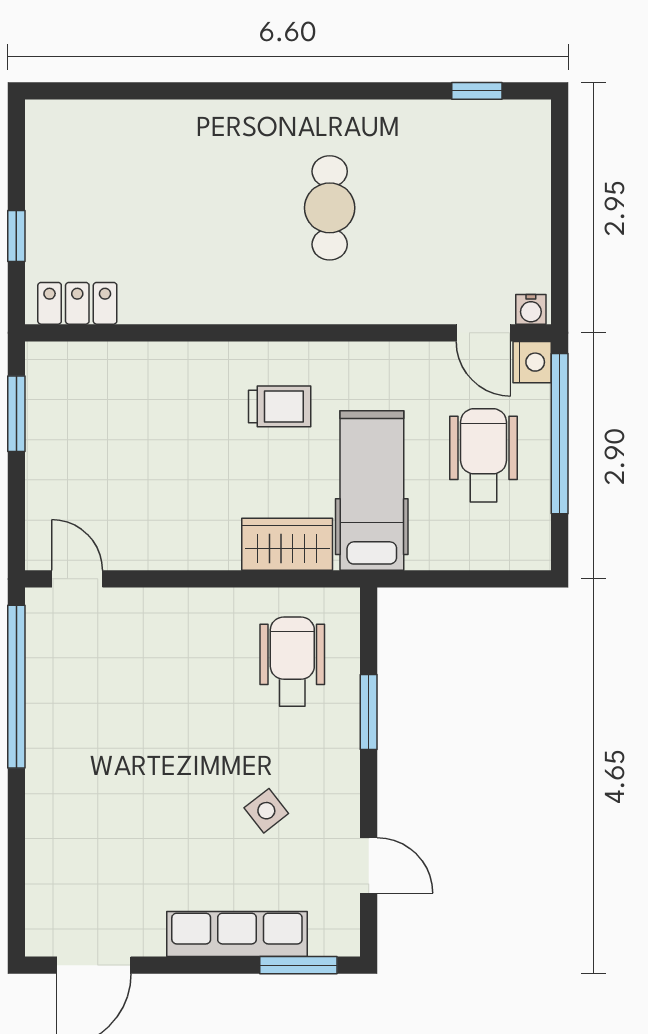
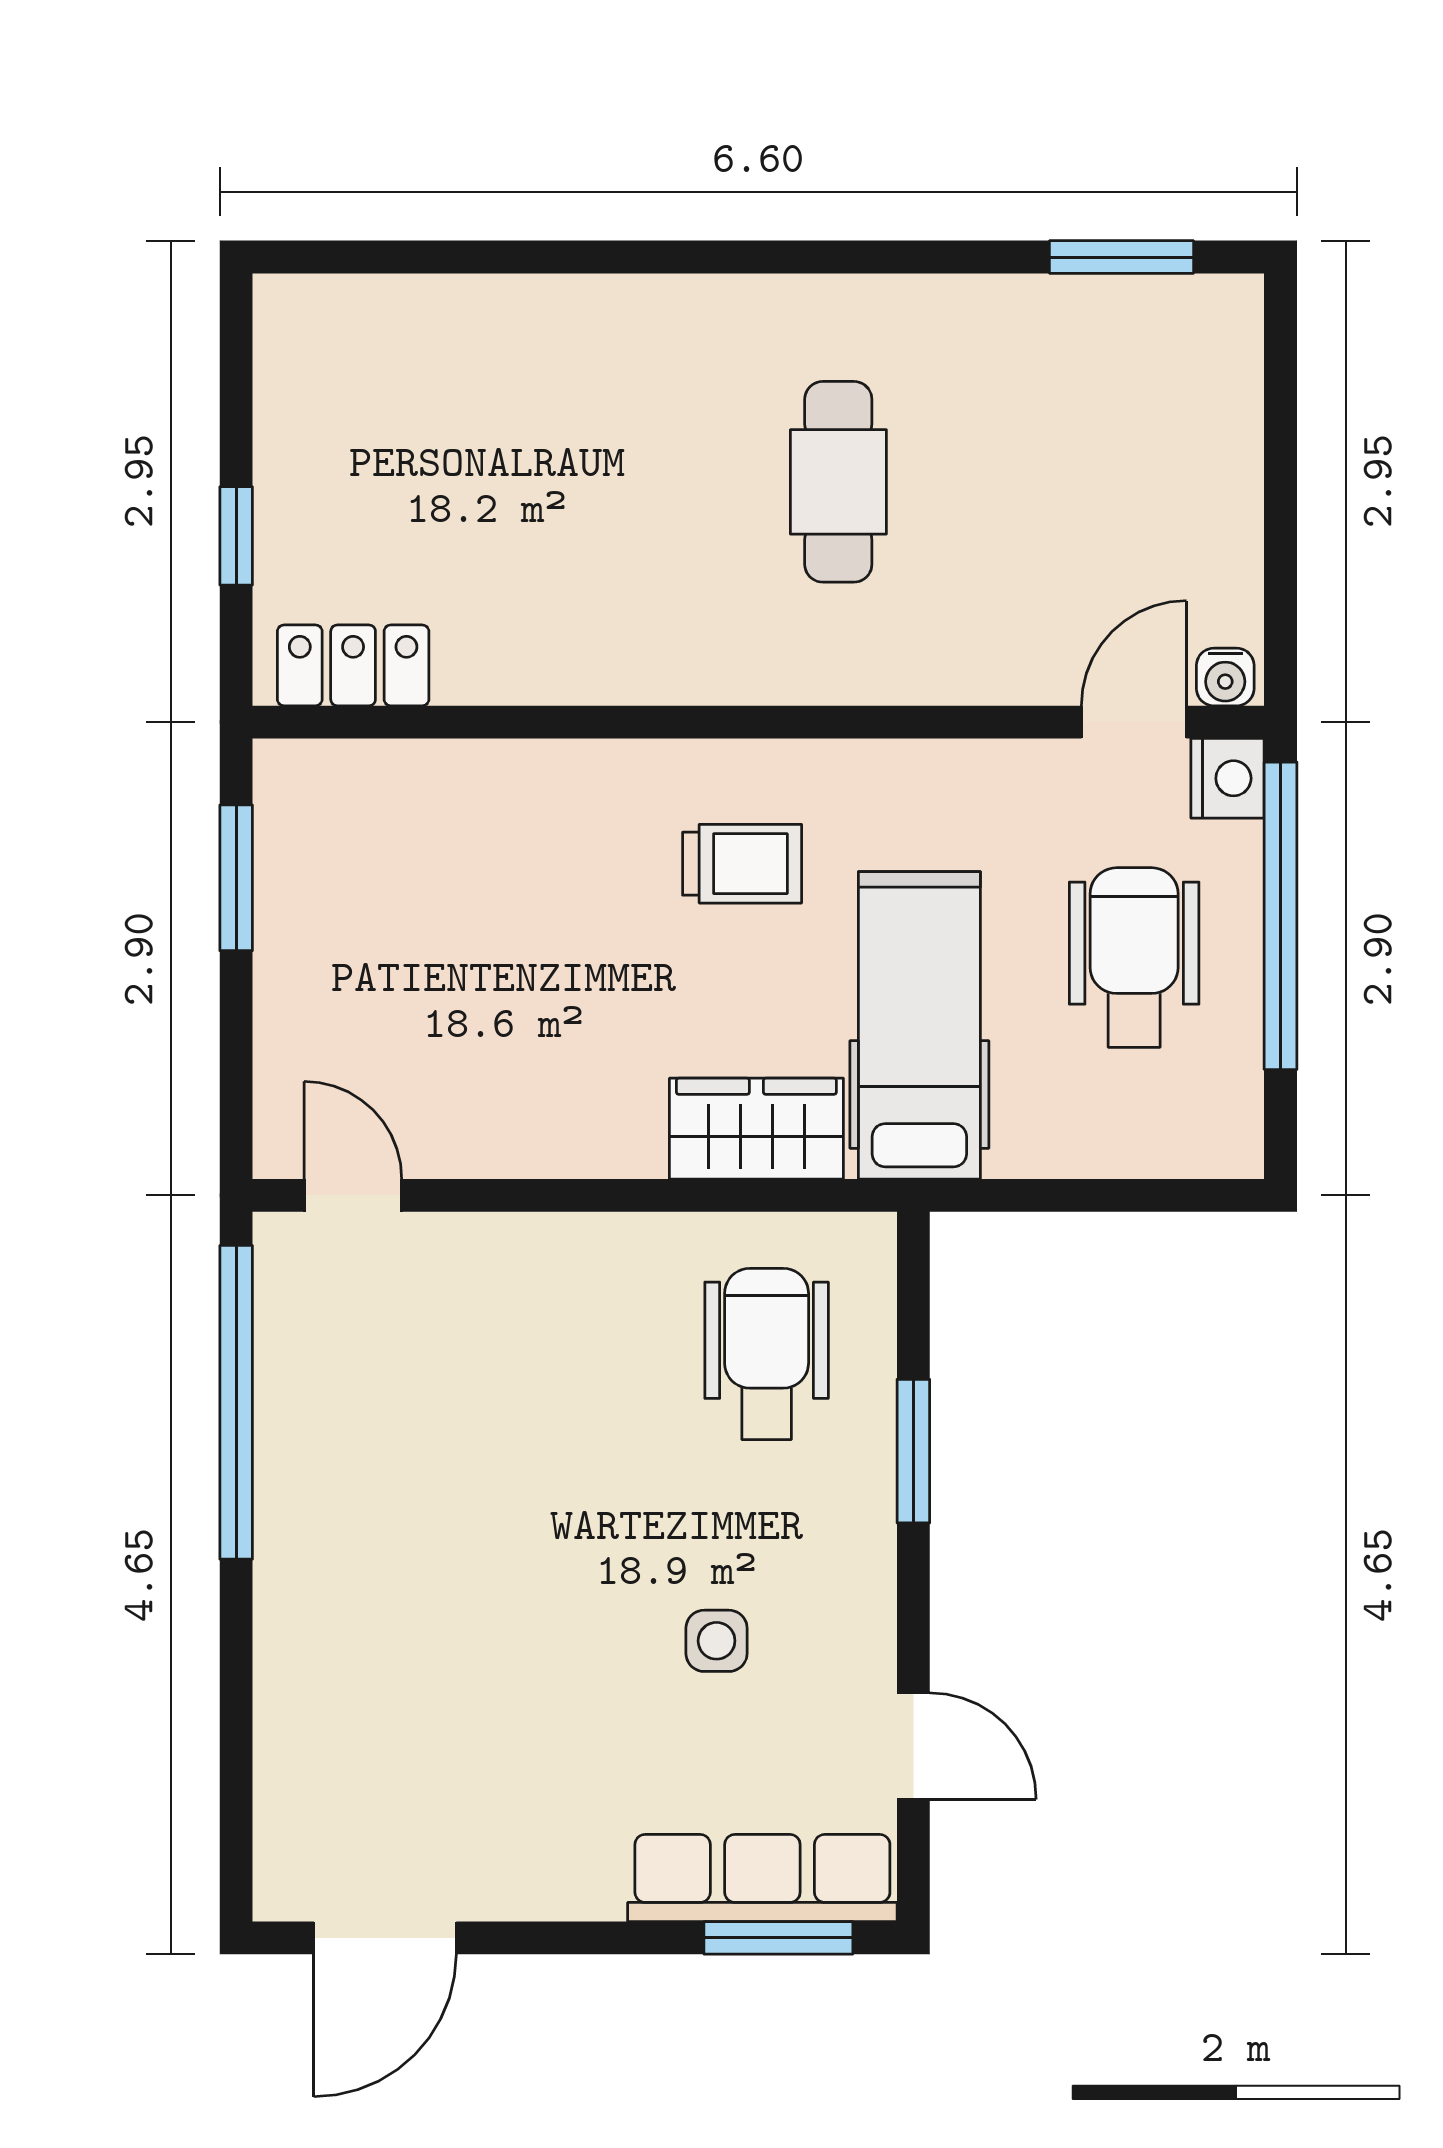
window: (477, 91) -> (1121, 257), width x1.50
door: (483, 333) -> (1134, 722), swing flipped
side table: (266, 811) -> (717, 1641), turned 38
row of seats: (237, 934) -> (762, 1878), moved

